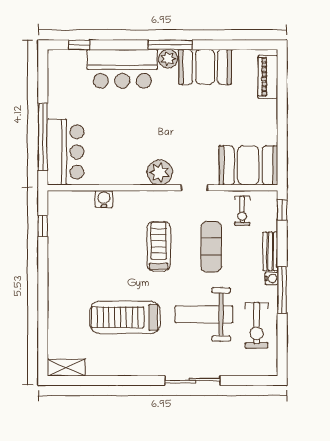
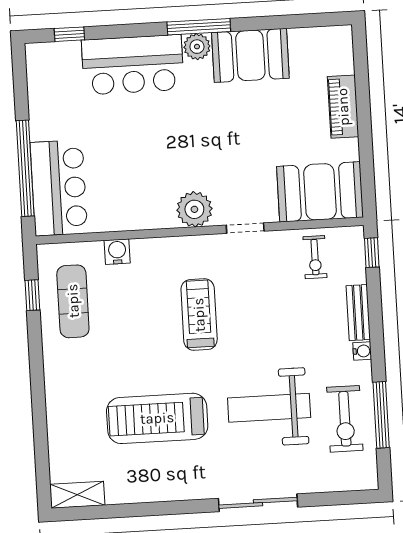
piano: (268, 77) -> (343, 107), moved
exercise mat: (211, 247) -> (73, 301), moved
window: (282, 290) -> (381, 415), moved

